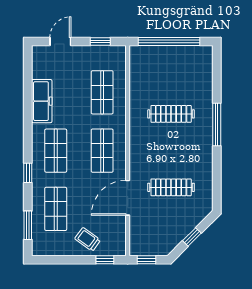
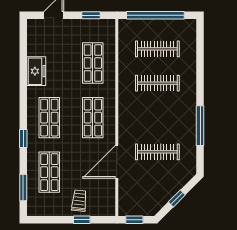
clothes rail: (171, 77) -> (157, 49), added
freezer: (42, 101) -> (36, 71), width x0.71
window: (217, 125) -> (200, 126), moved
trolley: (88, 239) -> (79, 201), turned 60
window: (105, 260) -> (82, 220), moved

